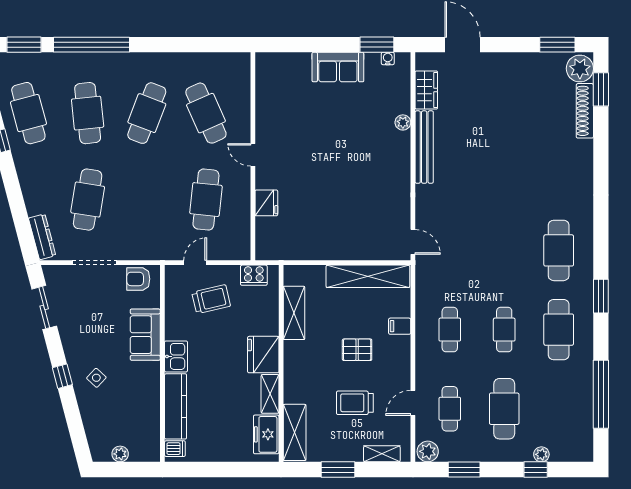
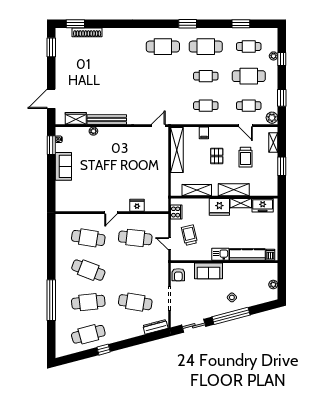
window: (24, 45) -> (51, 337), removed
plant: (580, 69) -> (64, 35), removed
cafe table: (206, 113) -> (88, 238), turned 33
window: (62, 376) -> (231, 316), width x3.17
window: (601, 394) -> (241, 24), width x0.47
cafe table: (559, 409) -> (249, 47), added
shelving: (295, 432) -> (234, 190), moved

